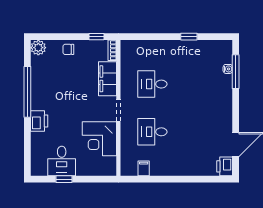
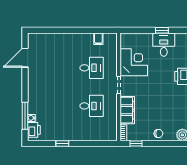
printer: (225, 166) -> (34, 130), moved

